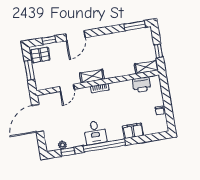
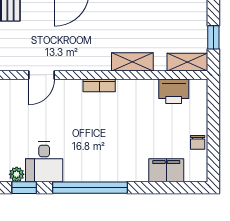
shelving: (92, 76) -> (132, 62), moved
filing cabinet: (133, 131) -> (166, 170), moved
desk: (95, 132) -> (44, 162), moved

